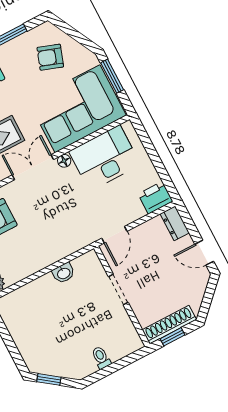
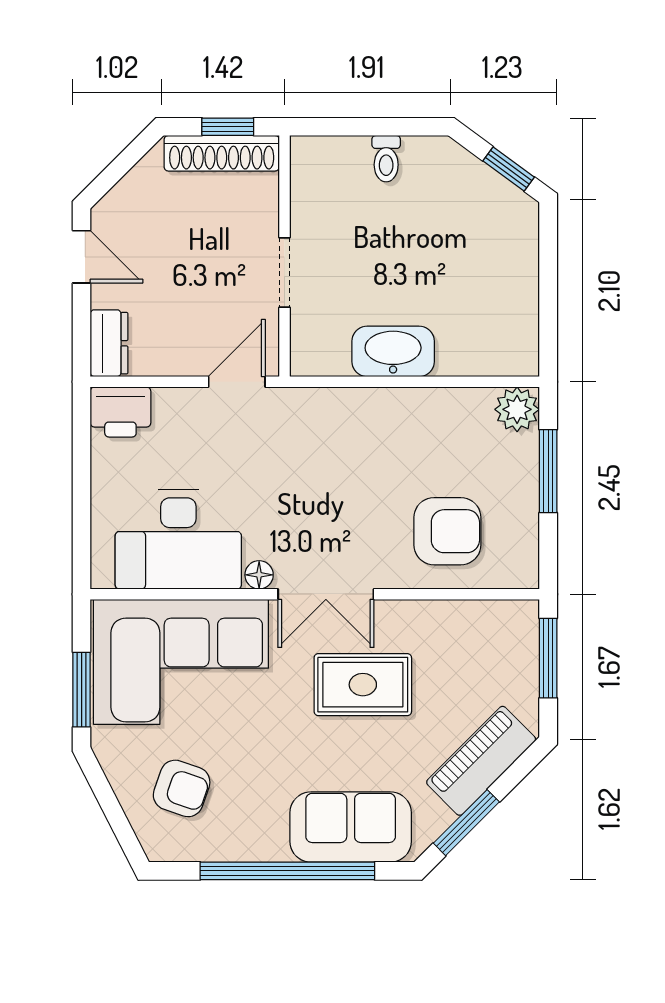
washbasin: (64, 273) -> (393, 351), width x1.91, depth x1.45

